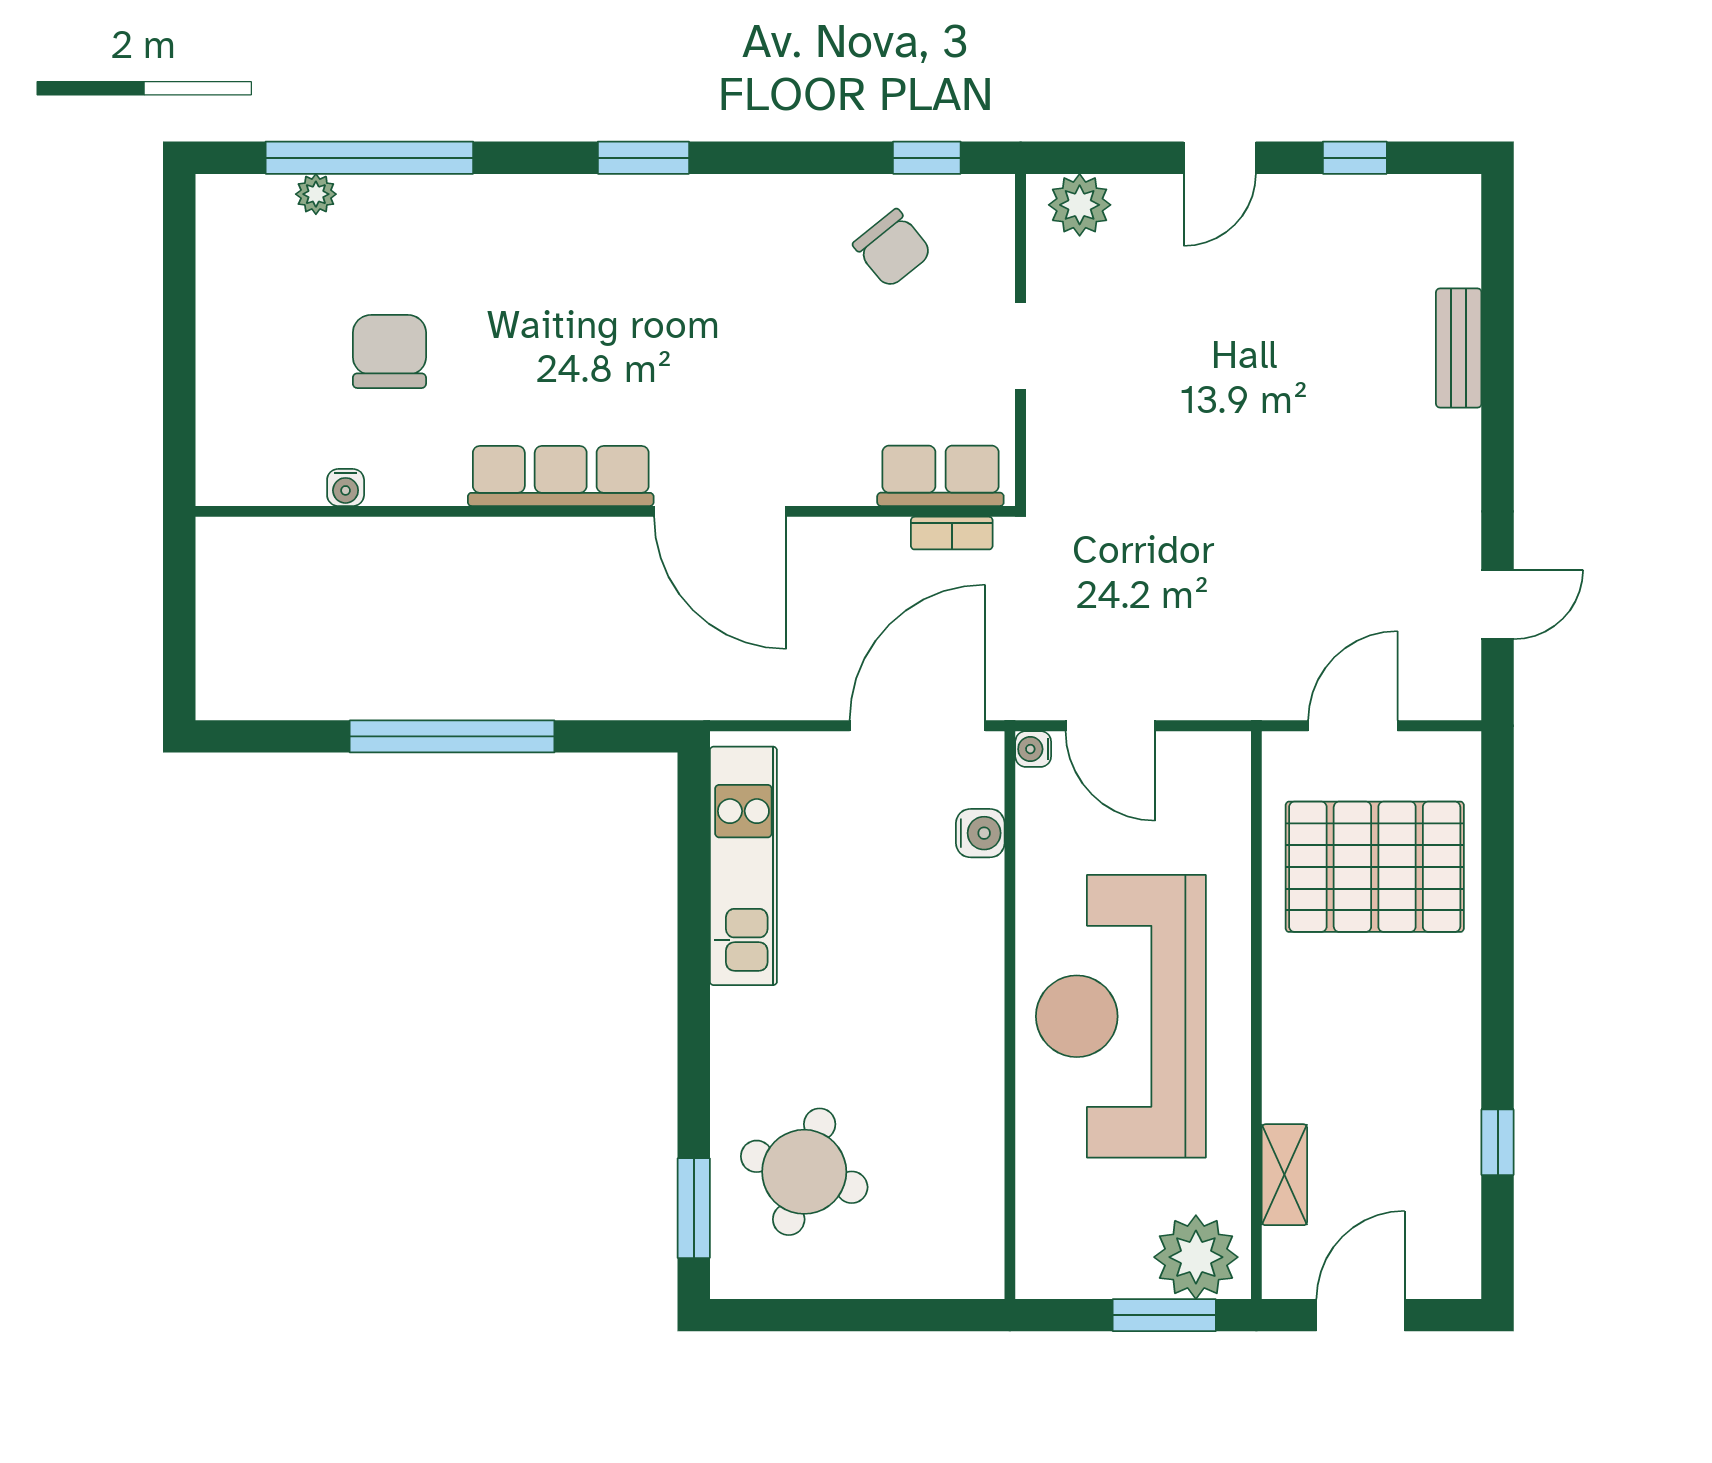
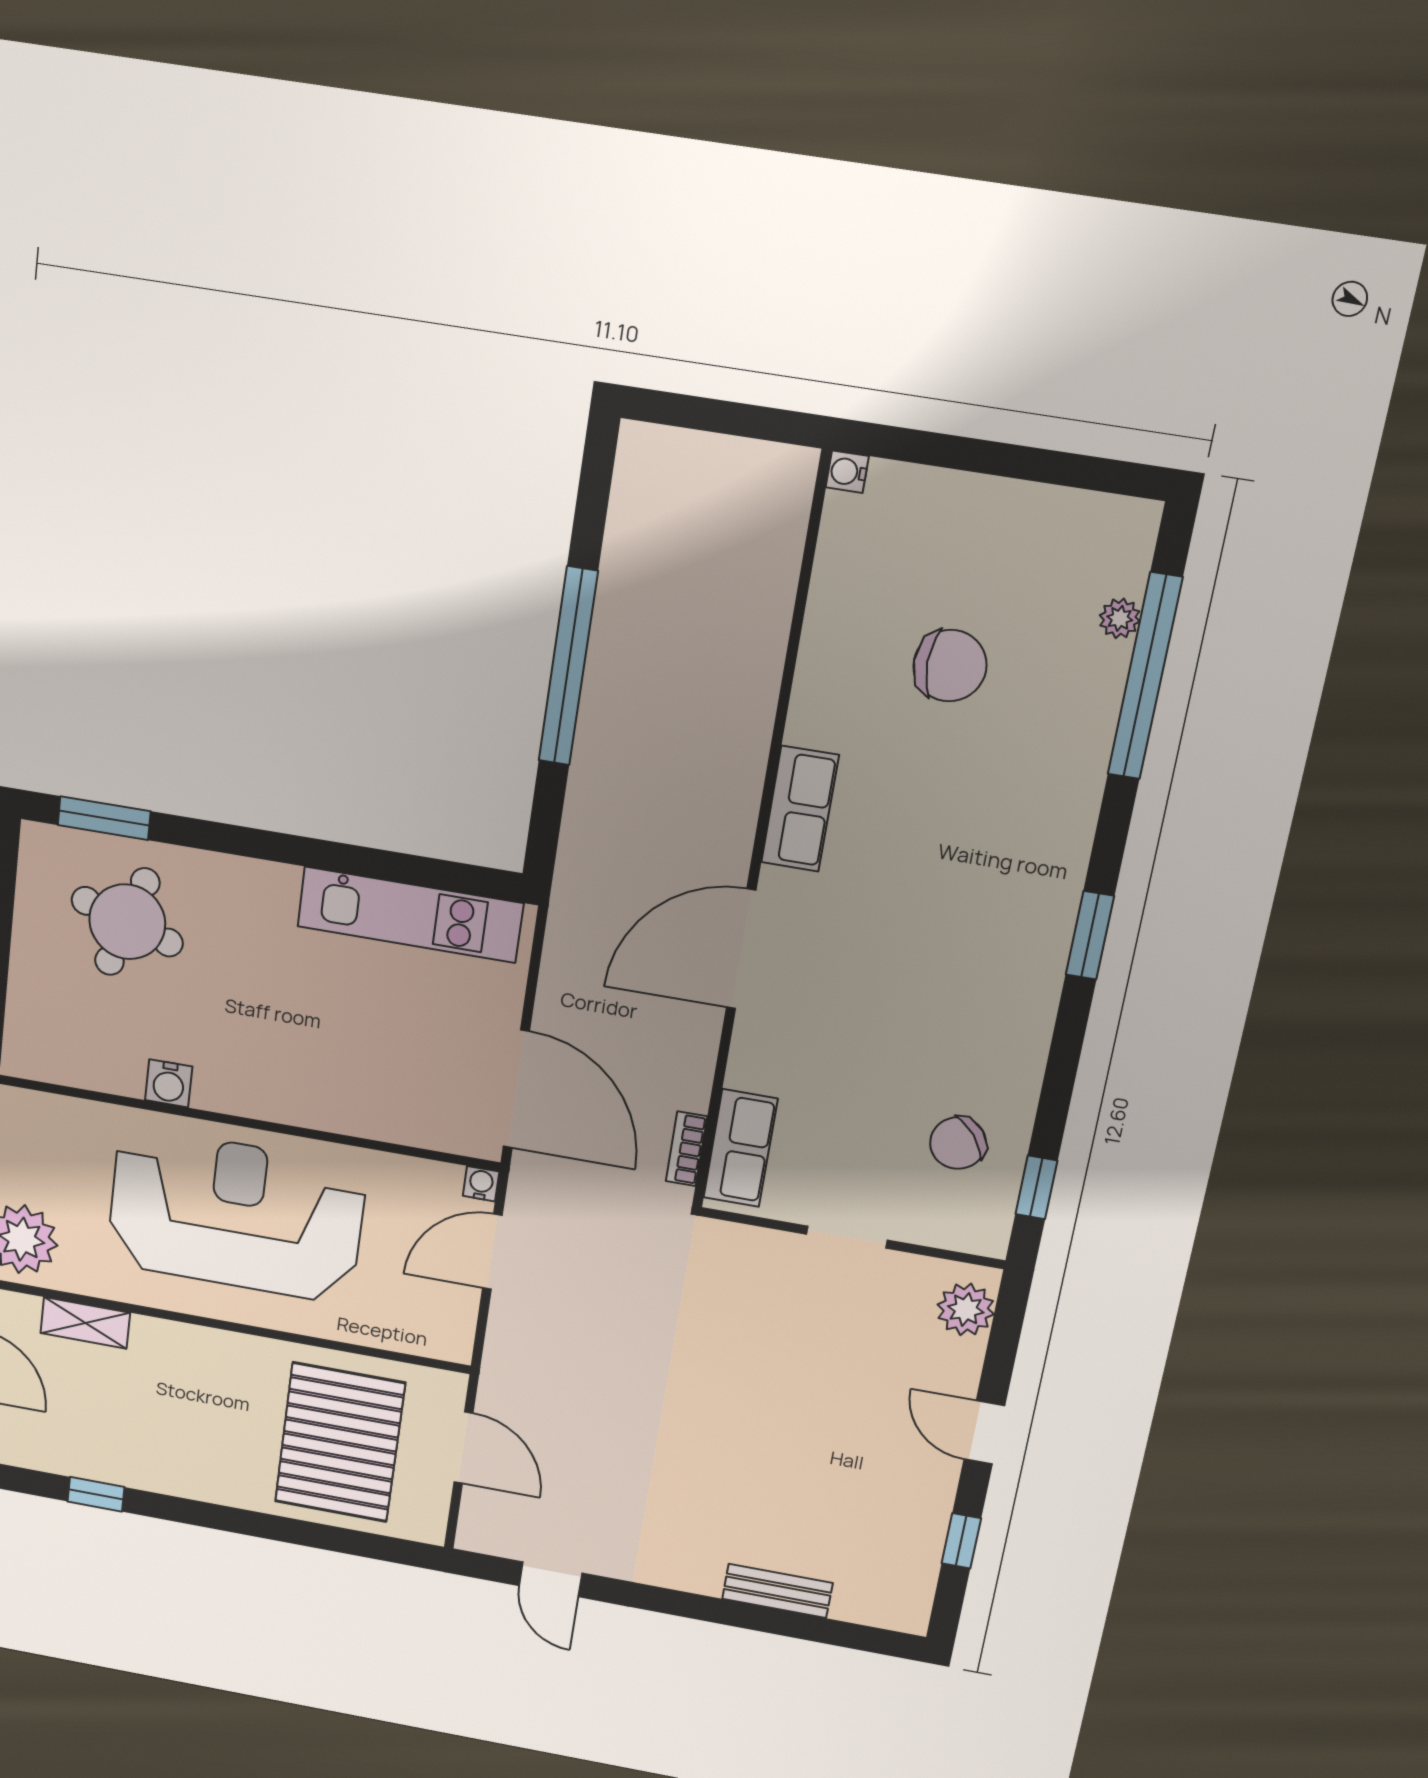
row of seats: (561, 476) -> (800, 809), width x0.68
water cooler: (346, 487) -> (847, 472), moved
water cooler: (980, 833) -> (169, 1083), moved

